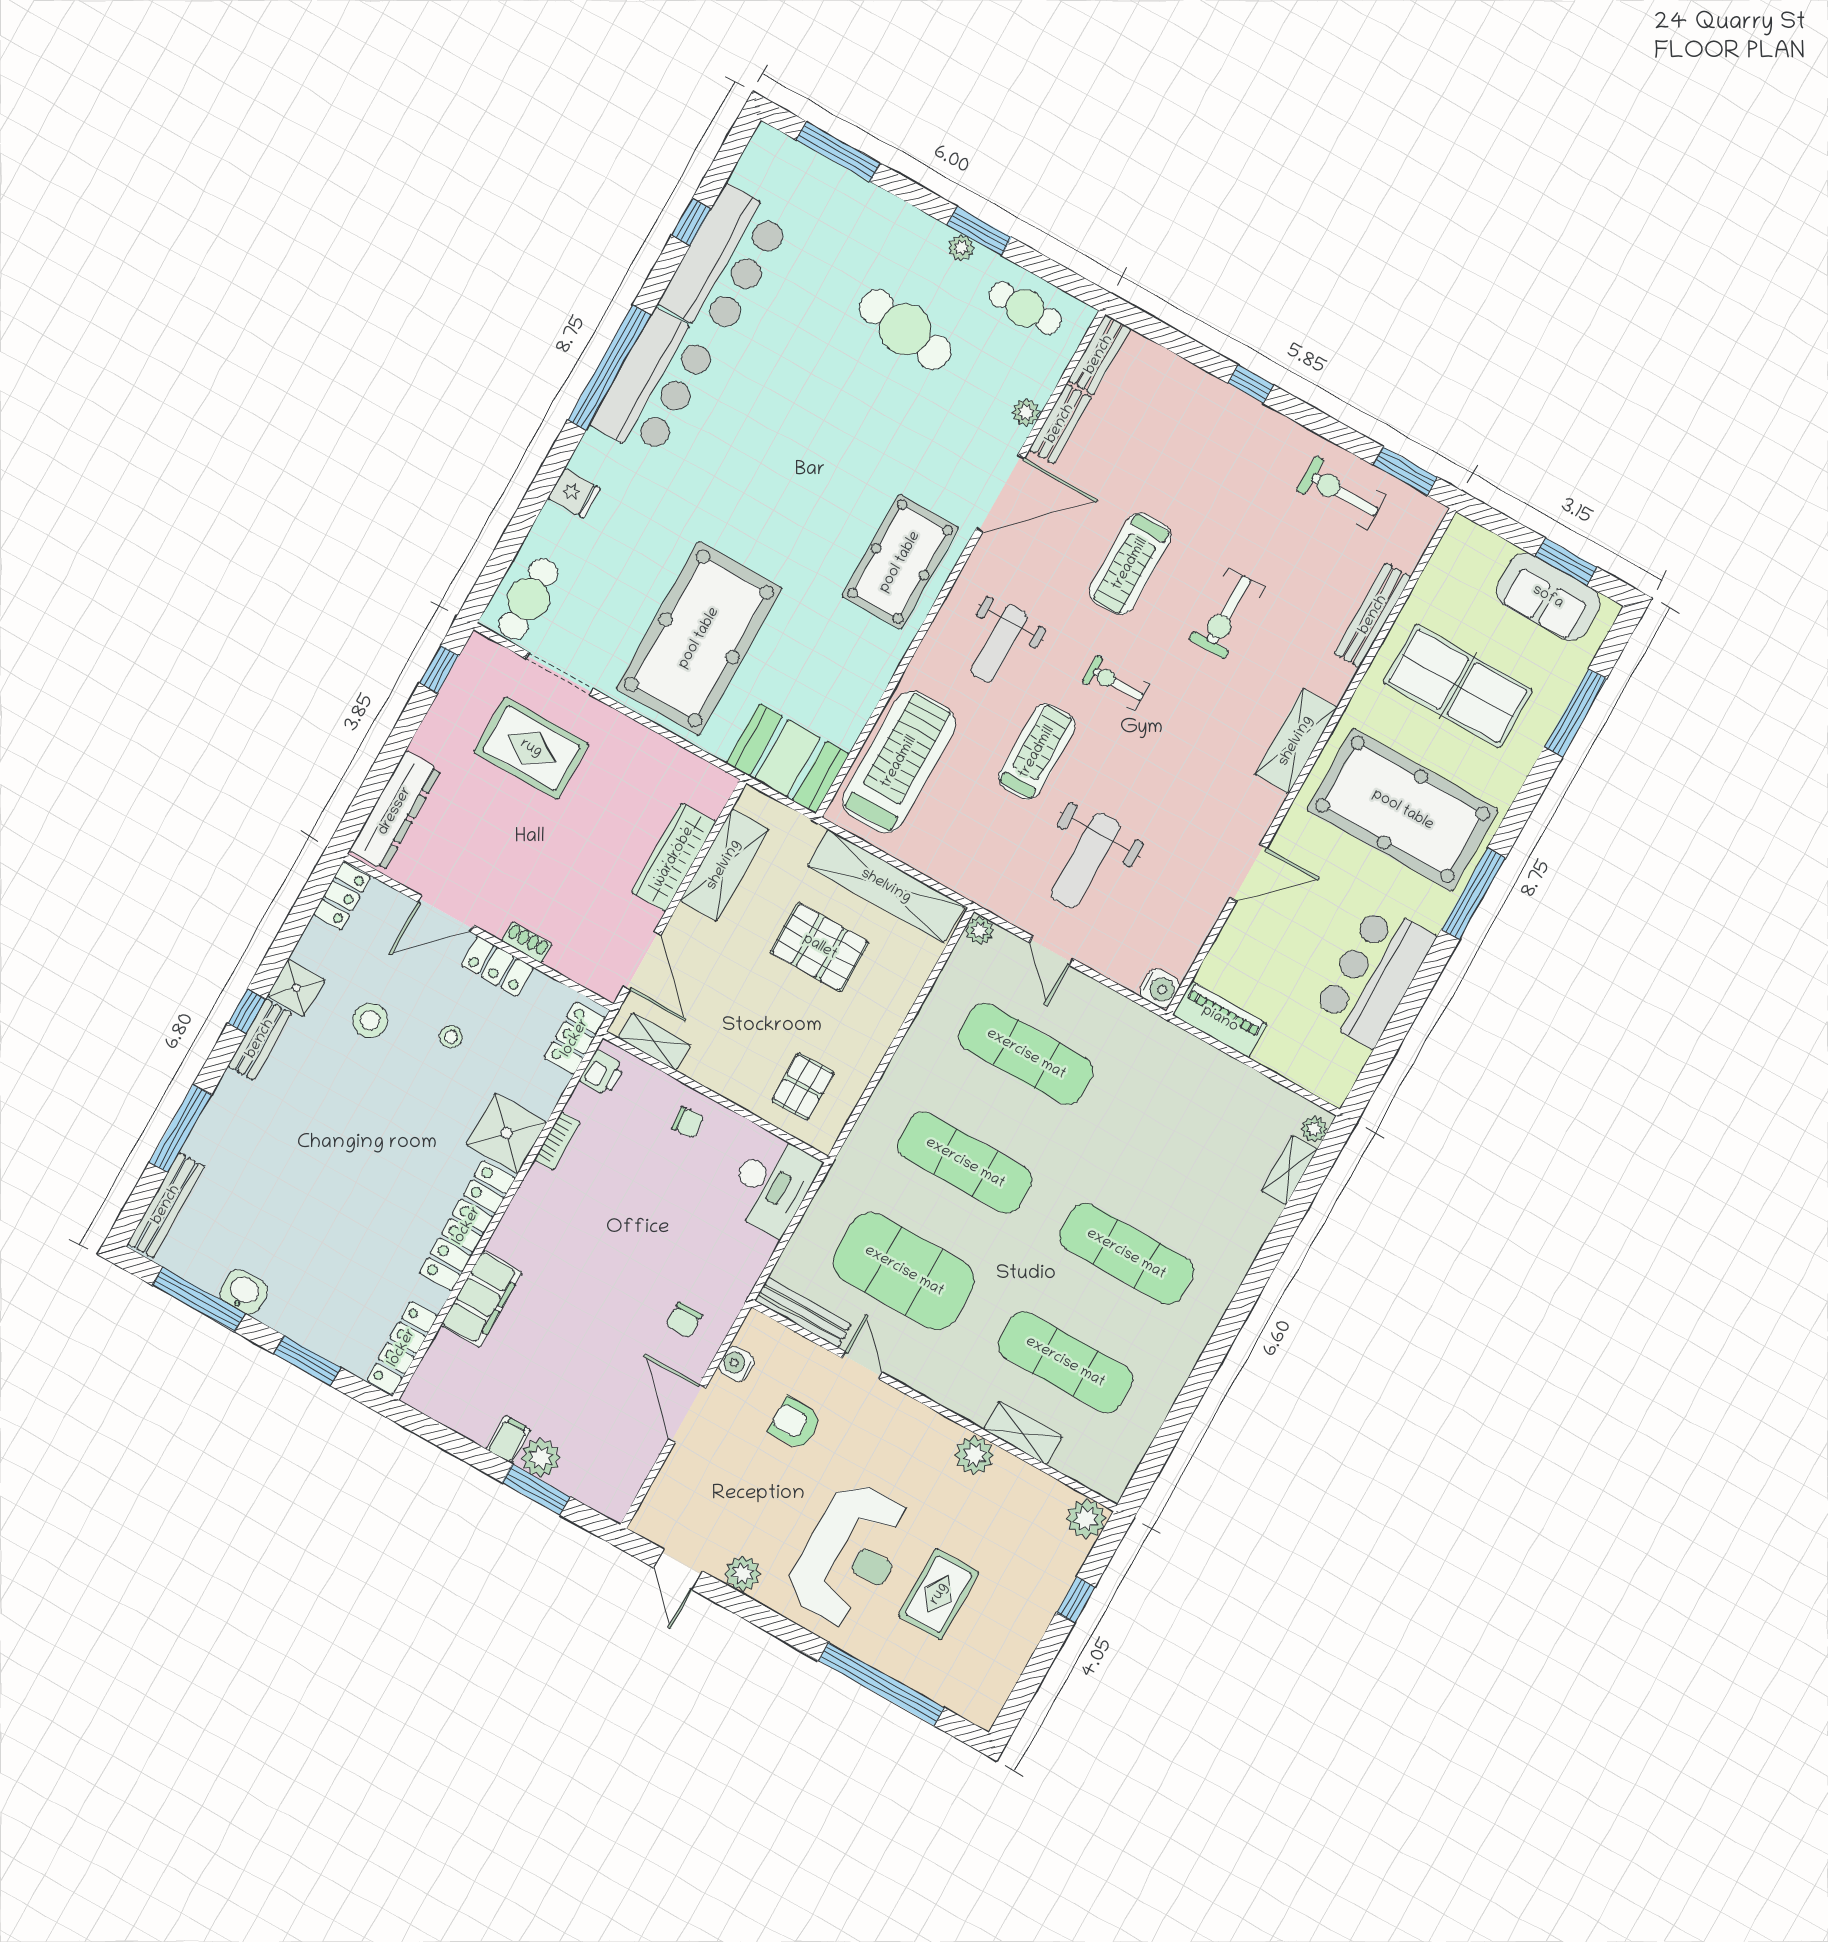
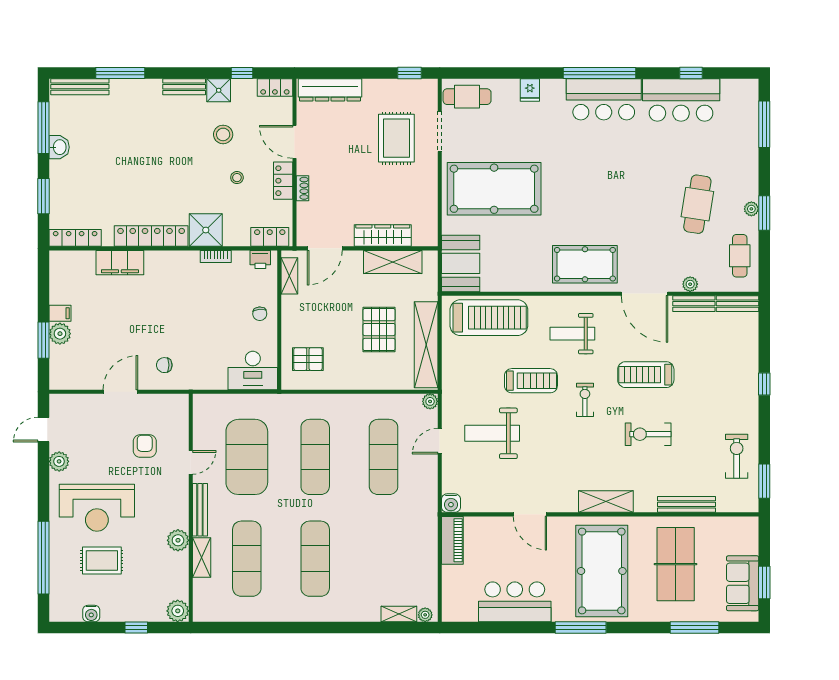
window: (247, 1011) -> (242, 73), moved
bench: (803, 1313) -> (200, 510), moved
water cooler: (736, 1364) -> (91, 614), moved, turned 180

